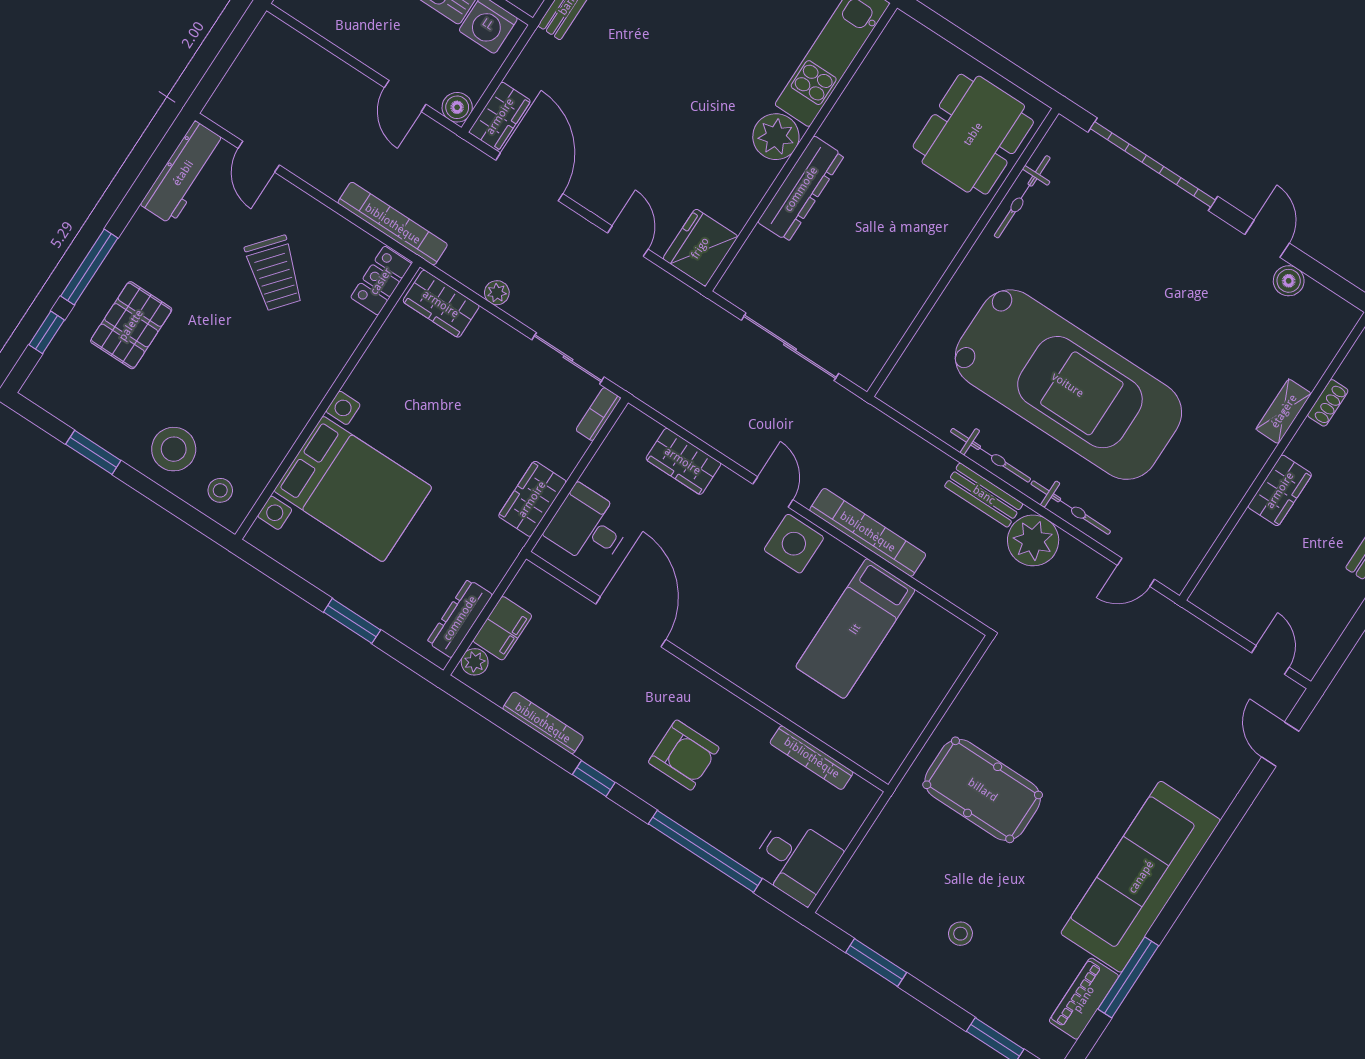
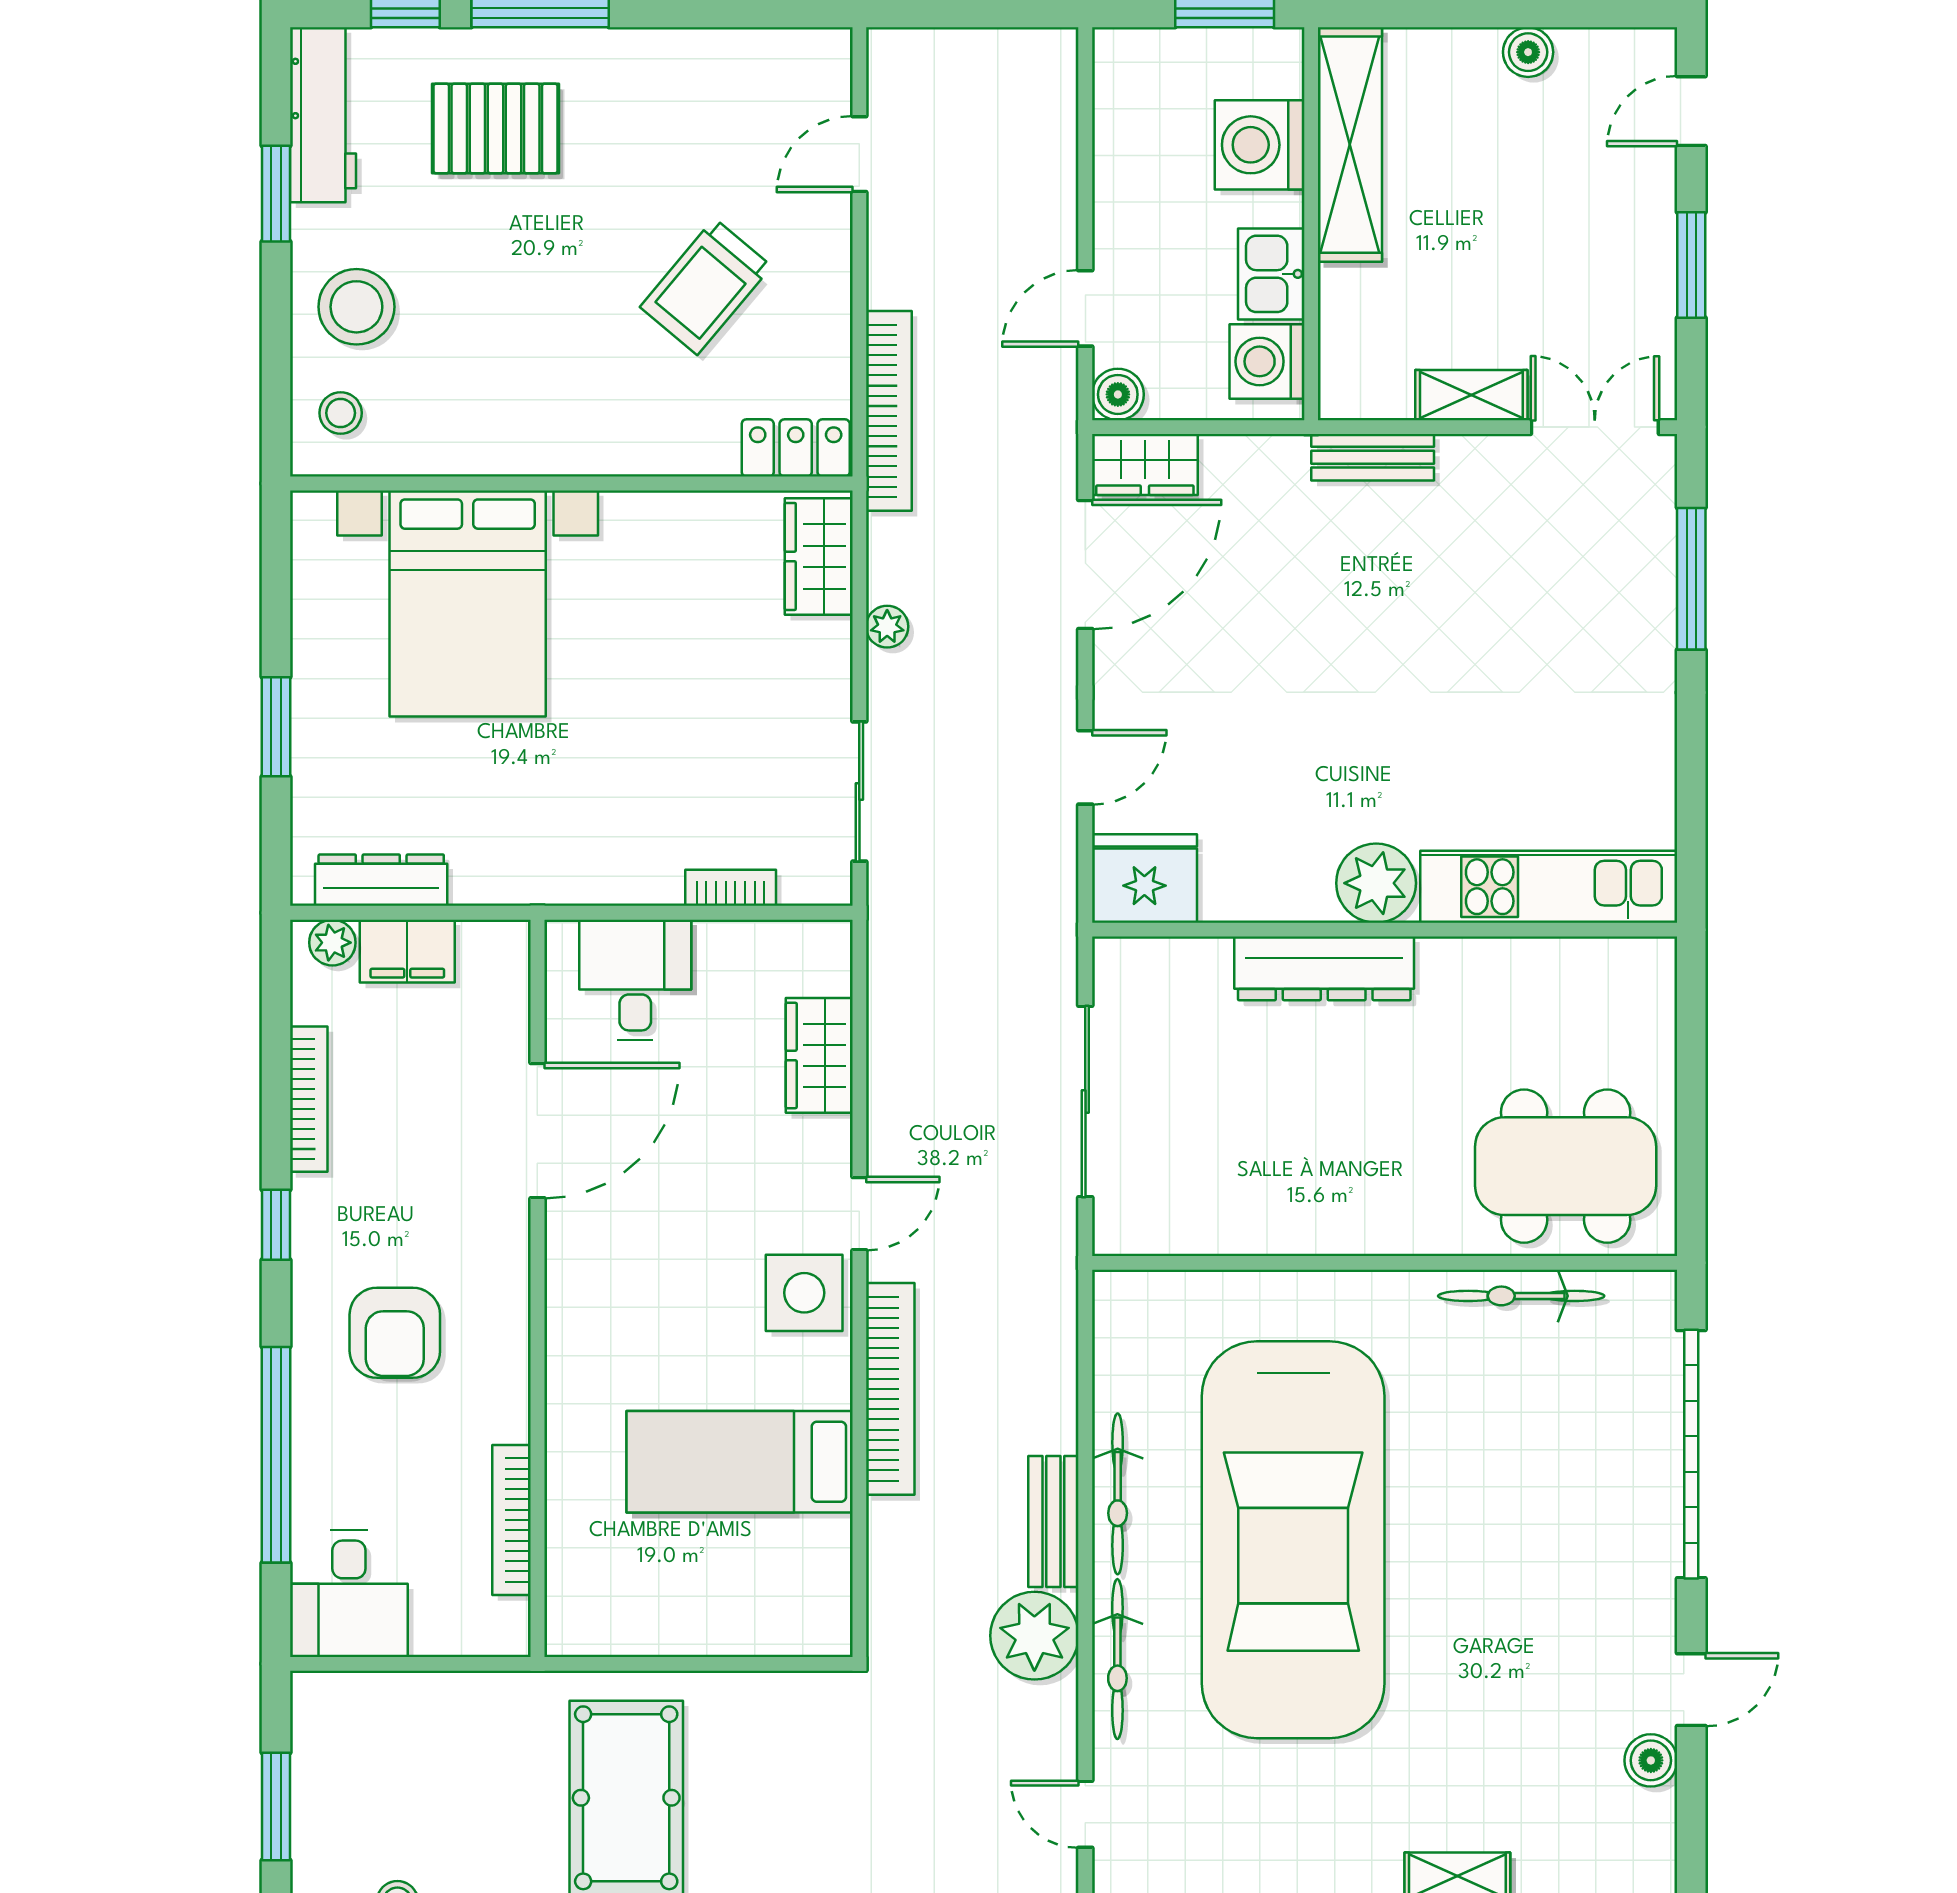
workbench: (183, 173) -> (323, 115), moved, turned -90
bookcase: (598, 414) -> (731, 888), moved
wardrobe: (532, 499) -> (623, 872), removed

